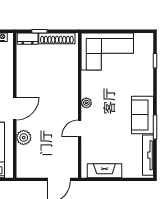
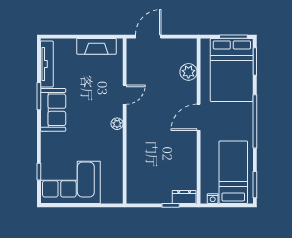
shoe rack: (57, 38) -> (151, 197), removed
corner sofa: (107, 51) -> (70, 182), moved
plant: (24, 138) -> (188, 72), moved

